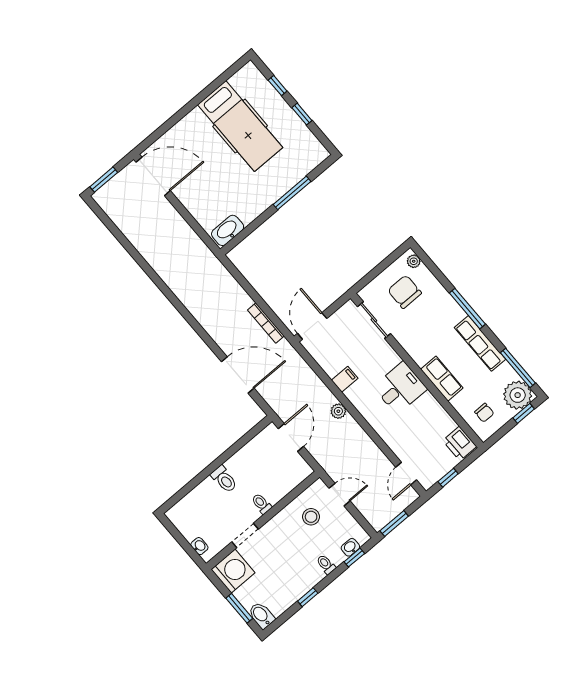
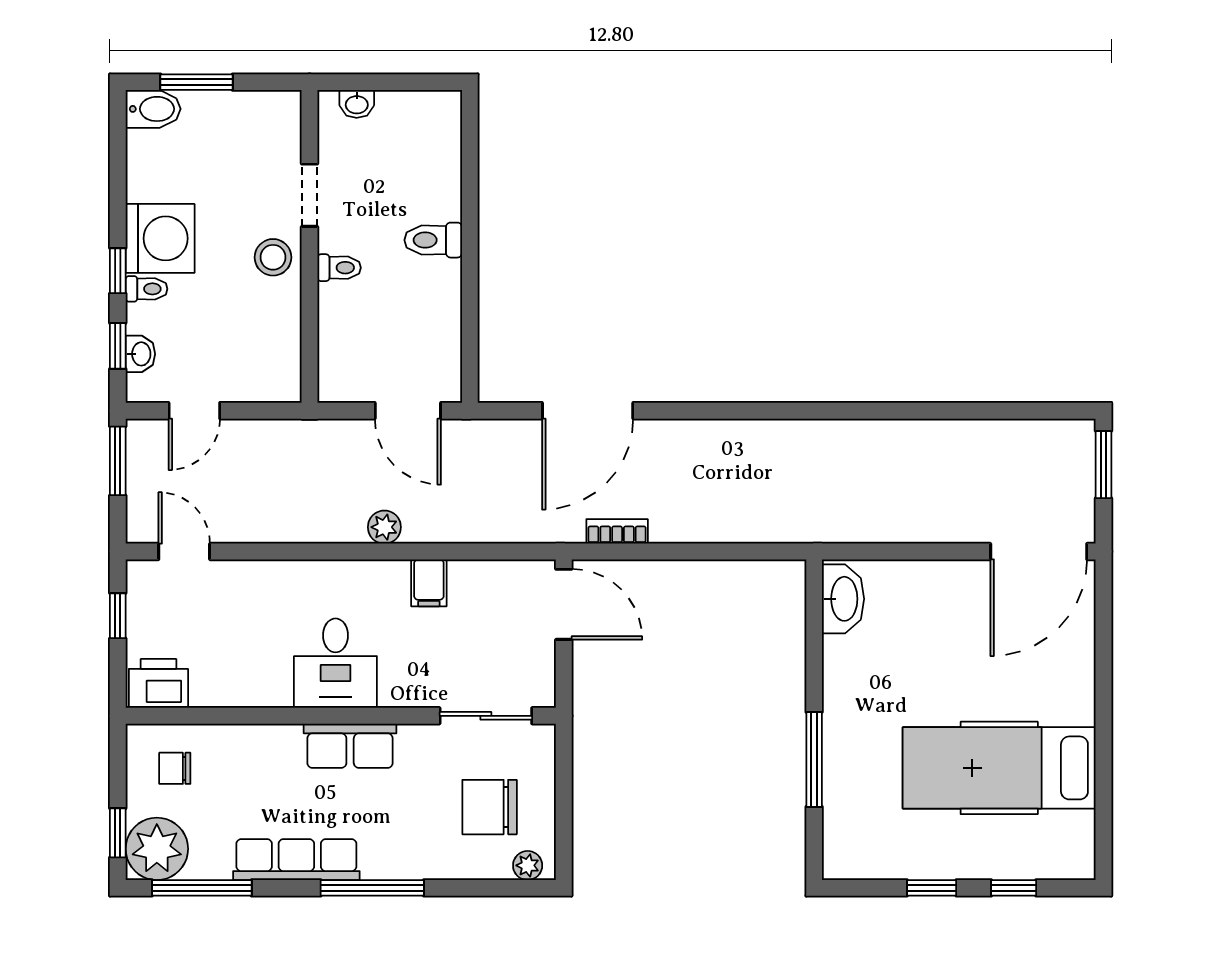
chair: (405, 292) -> (490, 807), turned 180
bookcase: (266, 323) -> (617, 531), width x0.64
row of seats: (442, 379) -> (350, 746), moved
door: (340, 495) -> (194, 411), moved
stool: (311, 517) -> (273, 257), moved
washing machine: (233, 571) -> (160, 238), moved, turned -90
window: (308, 597) -> (118, 271), moved

